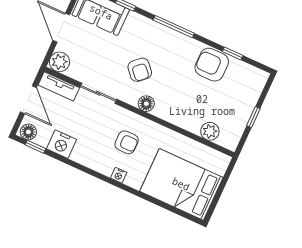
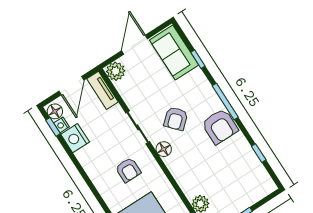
armchair: (212, 65) -> (220, 126), moved, turned 180
sliding door: (98, 93) -> (138, 127), moved
nightstand: (119, 175) -> (61, 125), moved

